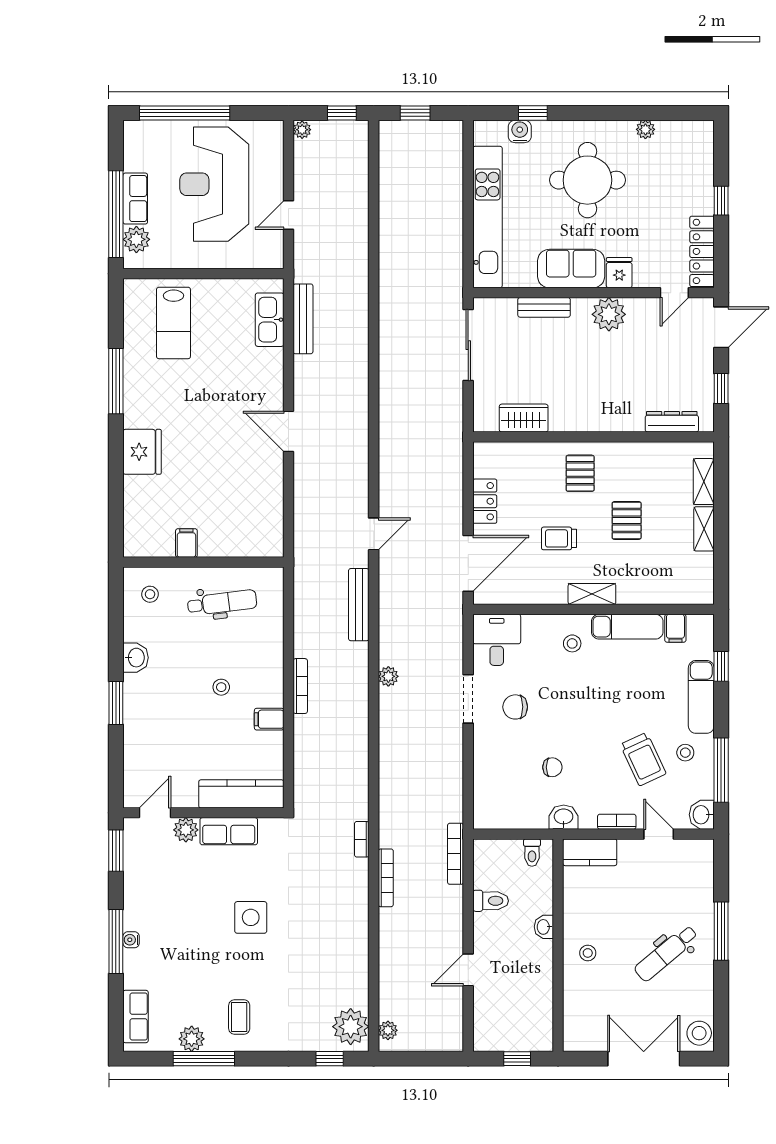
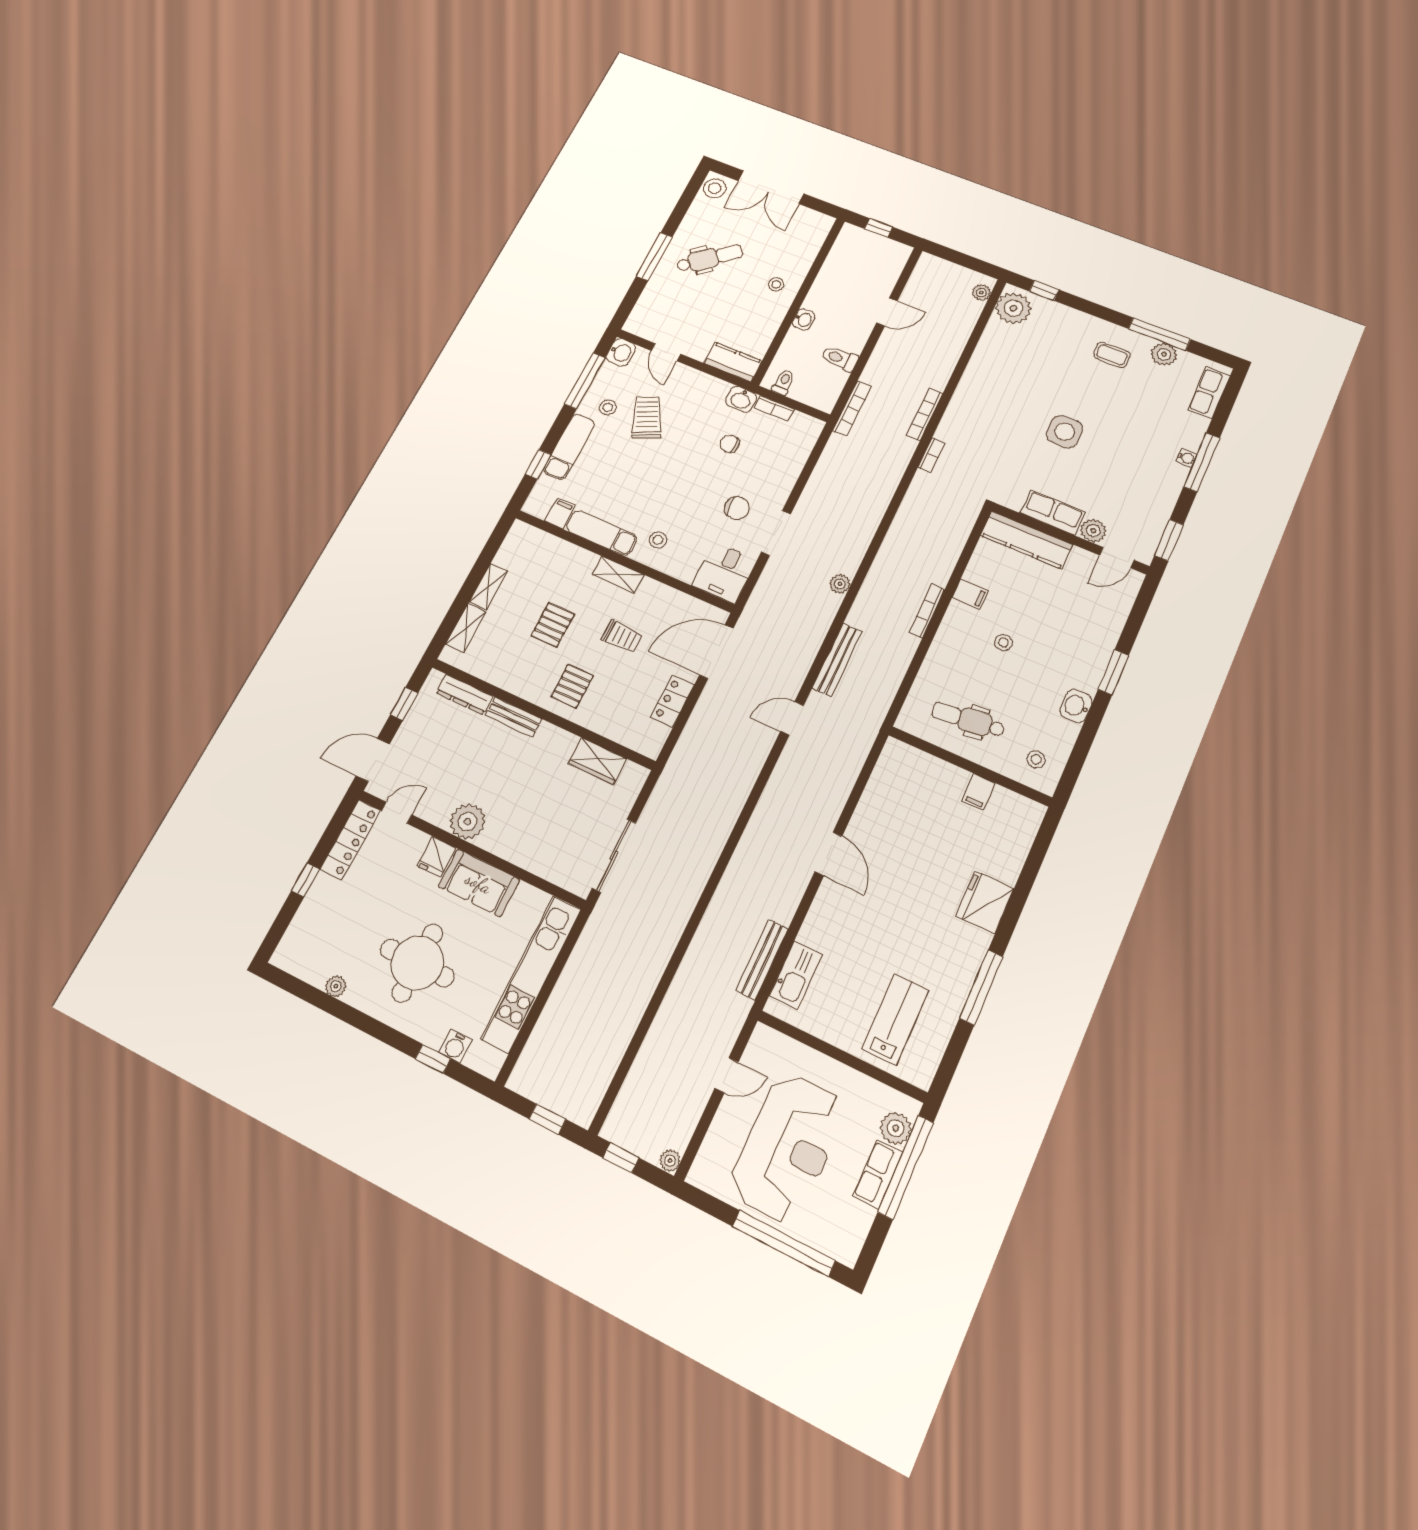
bench: (544, 307) -> (514, 717), moved
bookcase: (617, 822) -> (774, 408), moved
coffee table: (239, 1017) -> (1112, 355), turned 90

